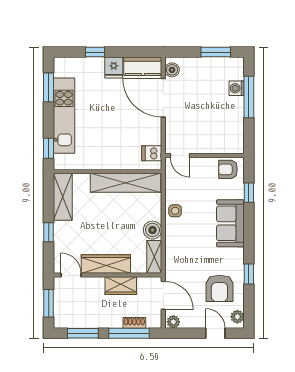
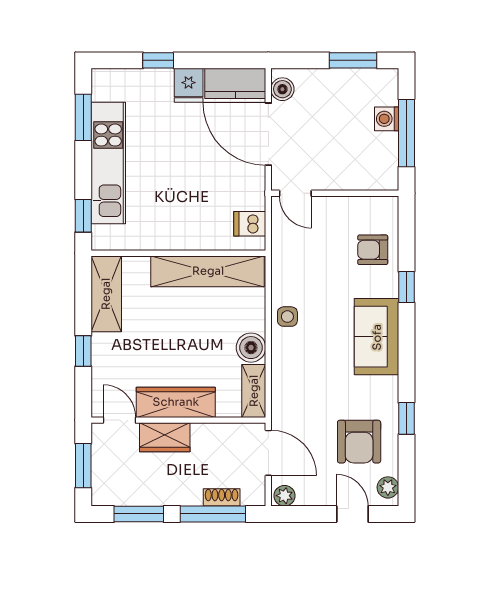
door: (180, 155) -> (295, 193), moved
wall: (204, 155) -> (335, 193), moved
wardrobe: (121, 286) -> (165, 437), moved

